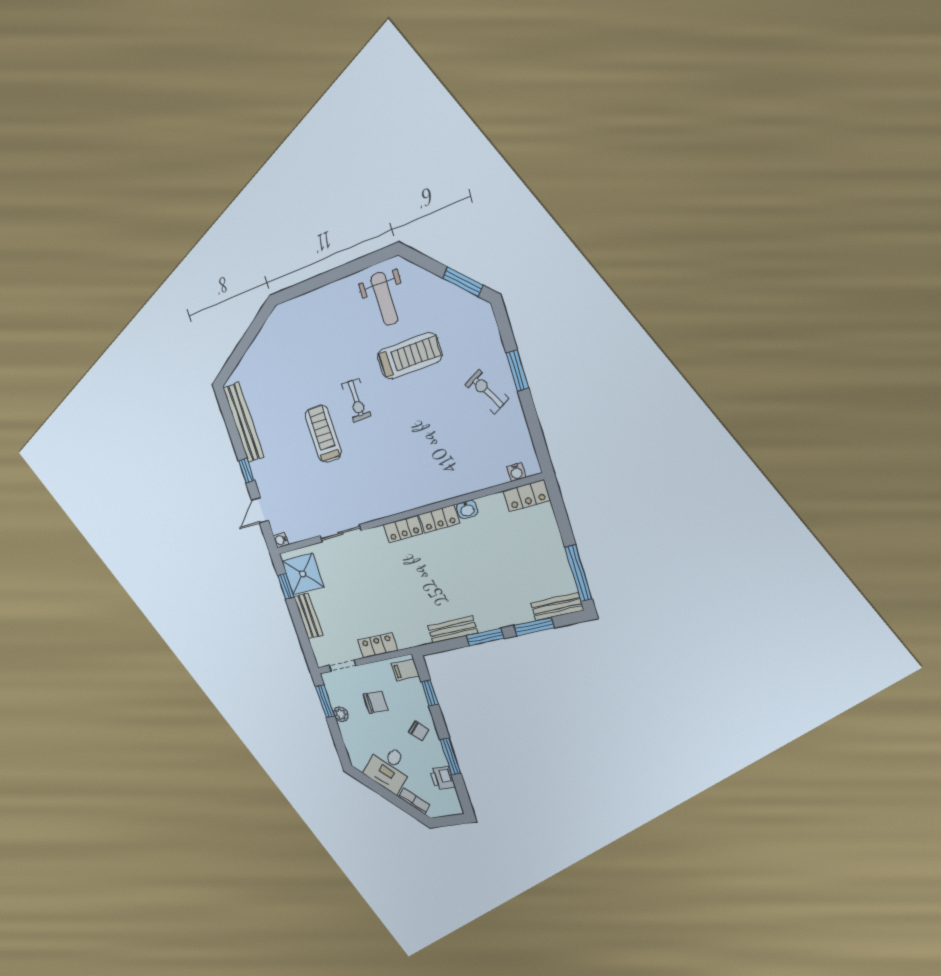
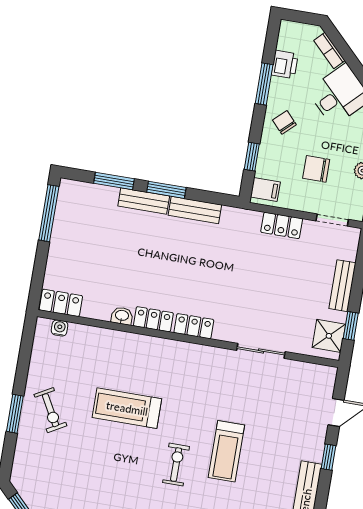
treadmill: (409, 356) -> (127, 408), moved
water cooler: (281, 540) -> (330, 373), removed
shower: (303, 574) -> (329, 336), width x0.73, depth x0.73
bench: (557, 607) -> (144, 201), moved

